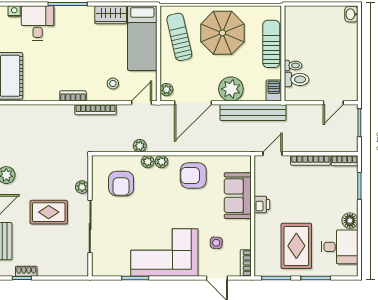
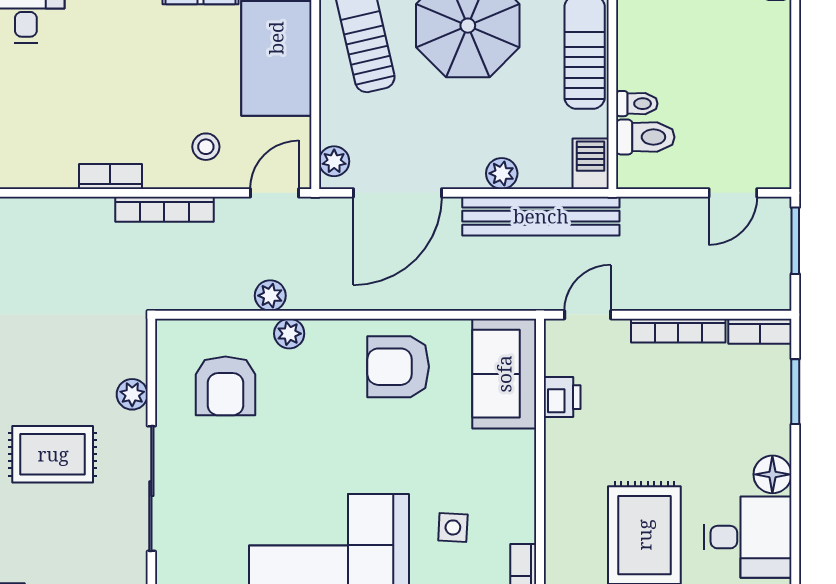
plant: (231, 89) -> (502, 173), width x0.53, depth x0.53
plant: (162, 162) -> (322, 334), removed
sofa: (238, 196) -> (504, 374), moved
printer: (262, 204) -> (562, 397), moved

